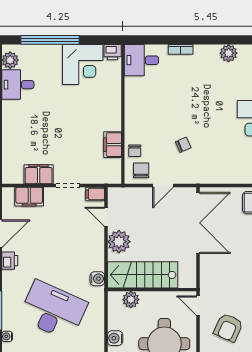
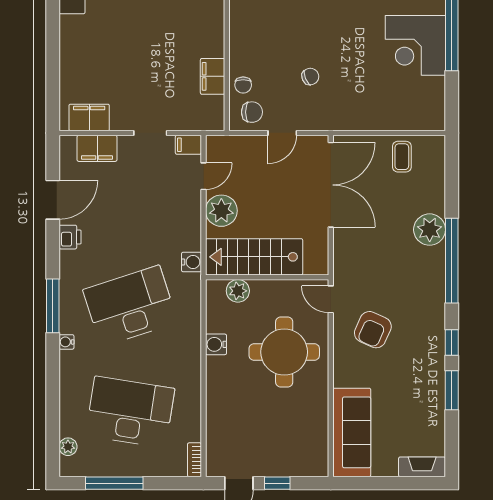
chair: (141, 170) -> (252, 112), turned 90
filing cabinet: (39, 174) -> (89, 117), moved
door: (106, 217) -> (203, 176), swing flipped
desk: (53, 310) -> (130, 306), turned -42

